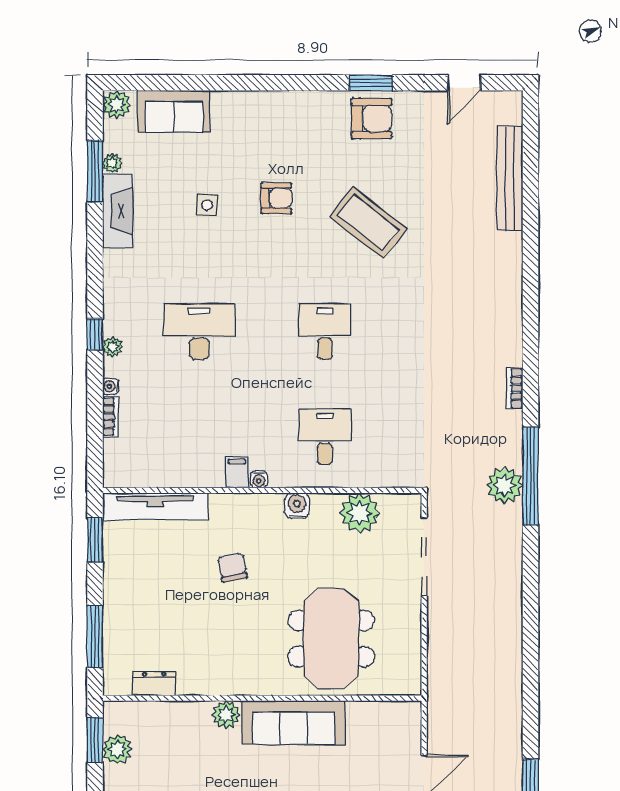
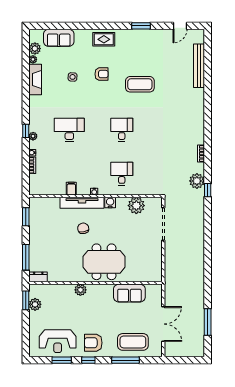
plant: (117, 105) -> (35, 49), moved
rug: (282, 115) -> (104, 39), added
armchair: (372, 118) -> (141, 41), removed
window: (95, 171) -> (26, 63), removed
coffee table: (368, 223) -> (140, 84), turned -38
filing cabinet: (237, 472) -> (71, 189), moved
window: (530, 476) -> (208, 190), width x0.32
plant: (505, 485) -> (197, 181), moved
tv unit: (155, 506) -> (82, 203), moved
meeting table: (331, 639) -> (104, 262), moved, turned 90
dresser: (154, 684) -> (38, 277), moved
sofa: (294, 722) -> (129, 293), moved, width x0.73

